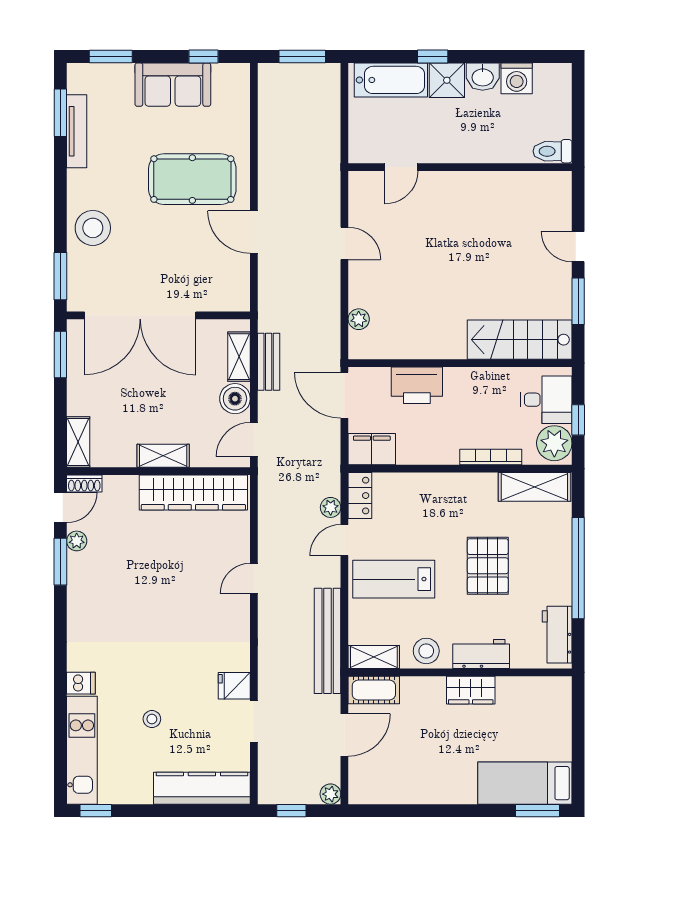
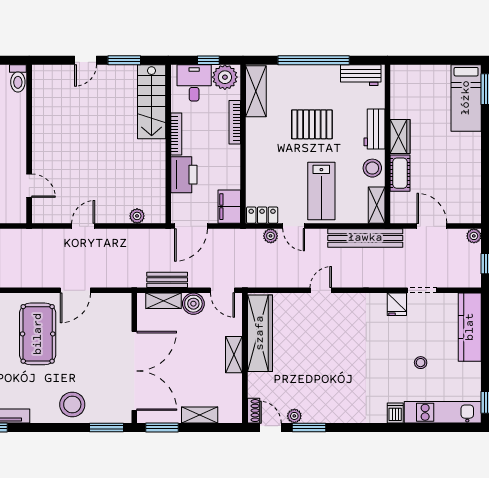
bookcase: (474, 375) -> (176, 134), added
shelving: (78, 442) -> (200, 415), moved
door: (254, 578) -> (321, 290), swing flipped
cot: (374, 690) -> (400, 173), moved

